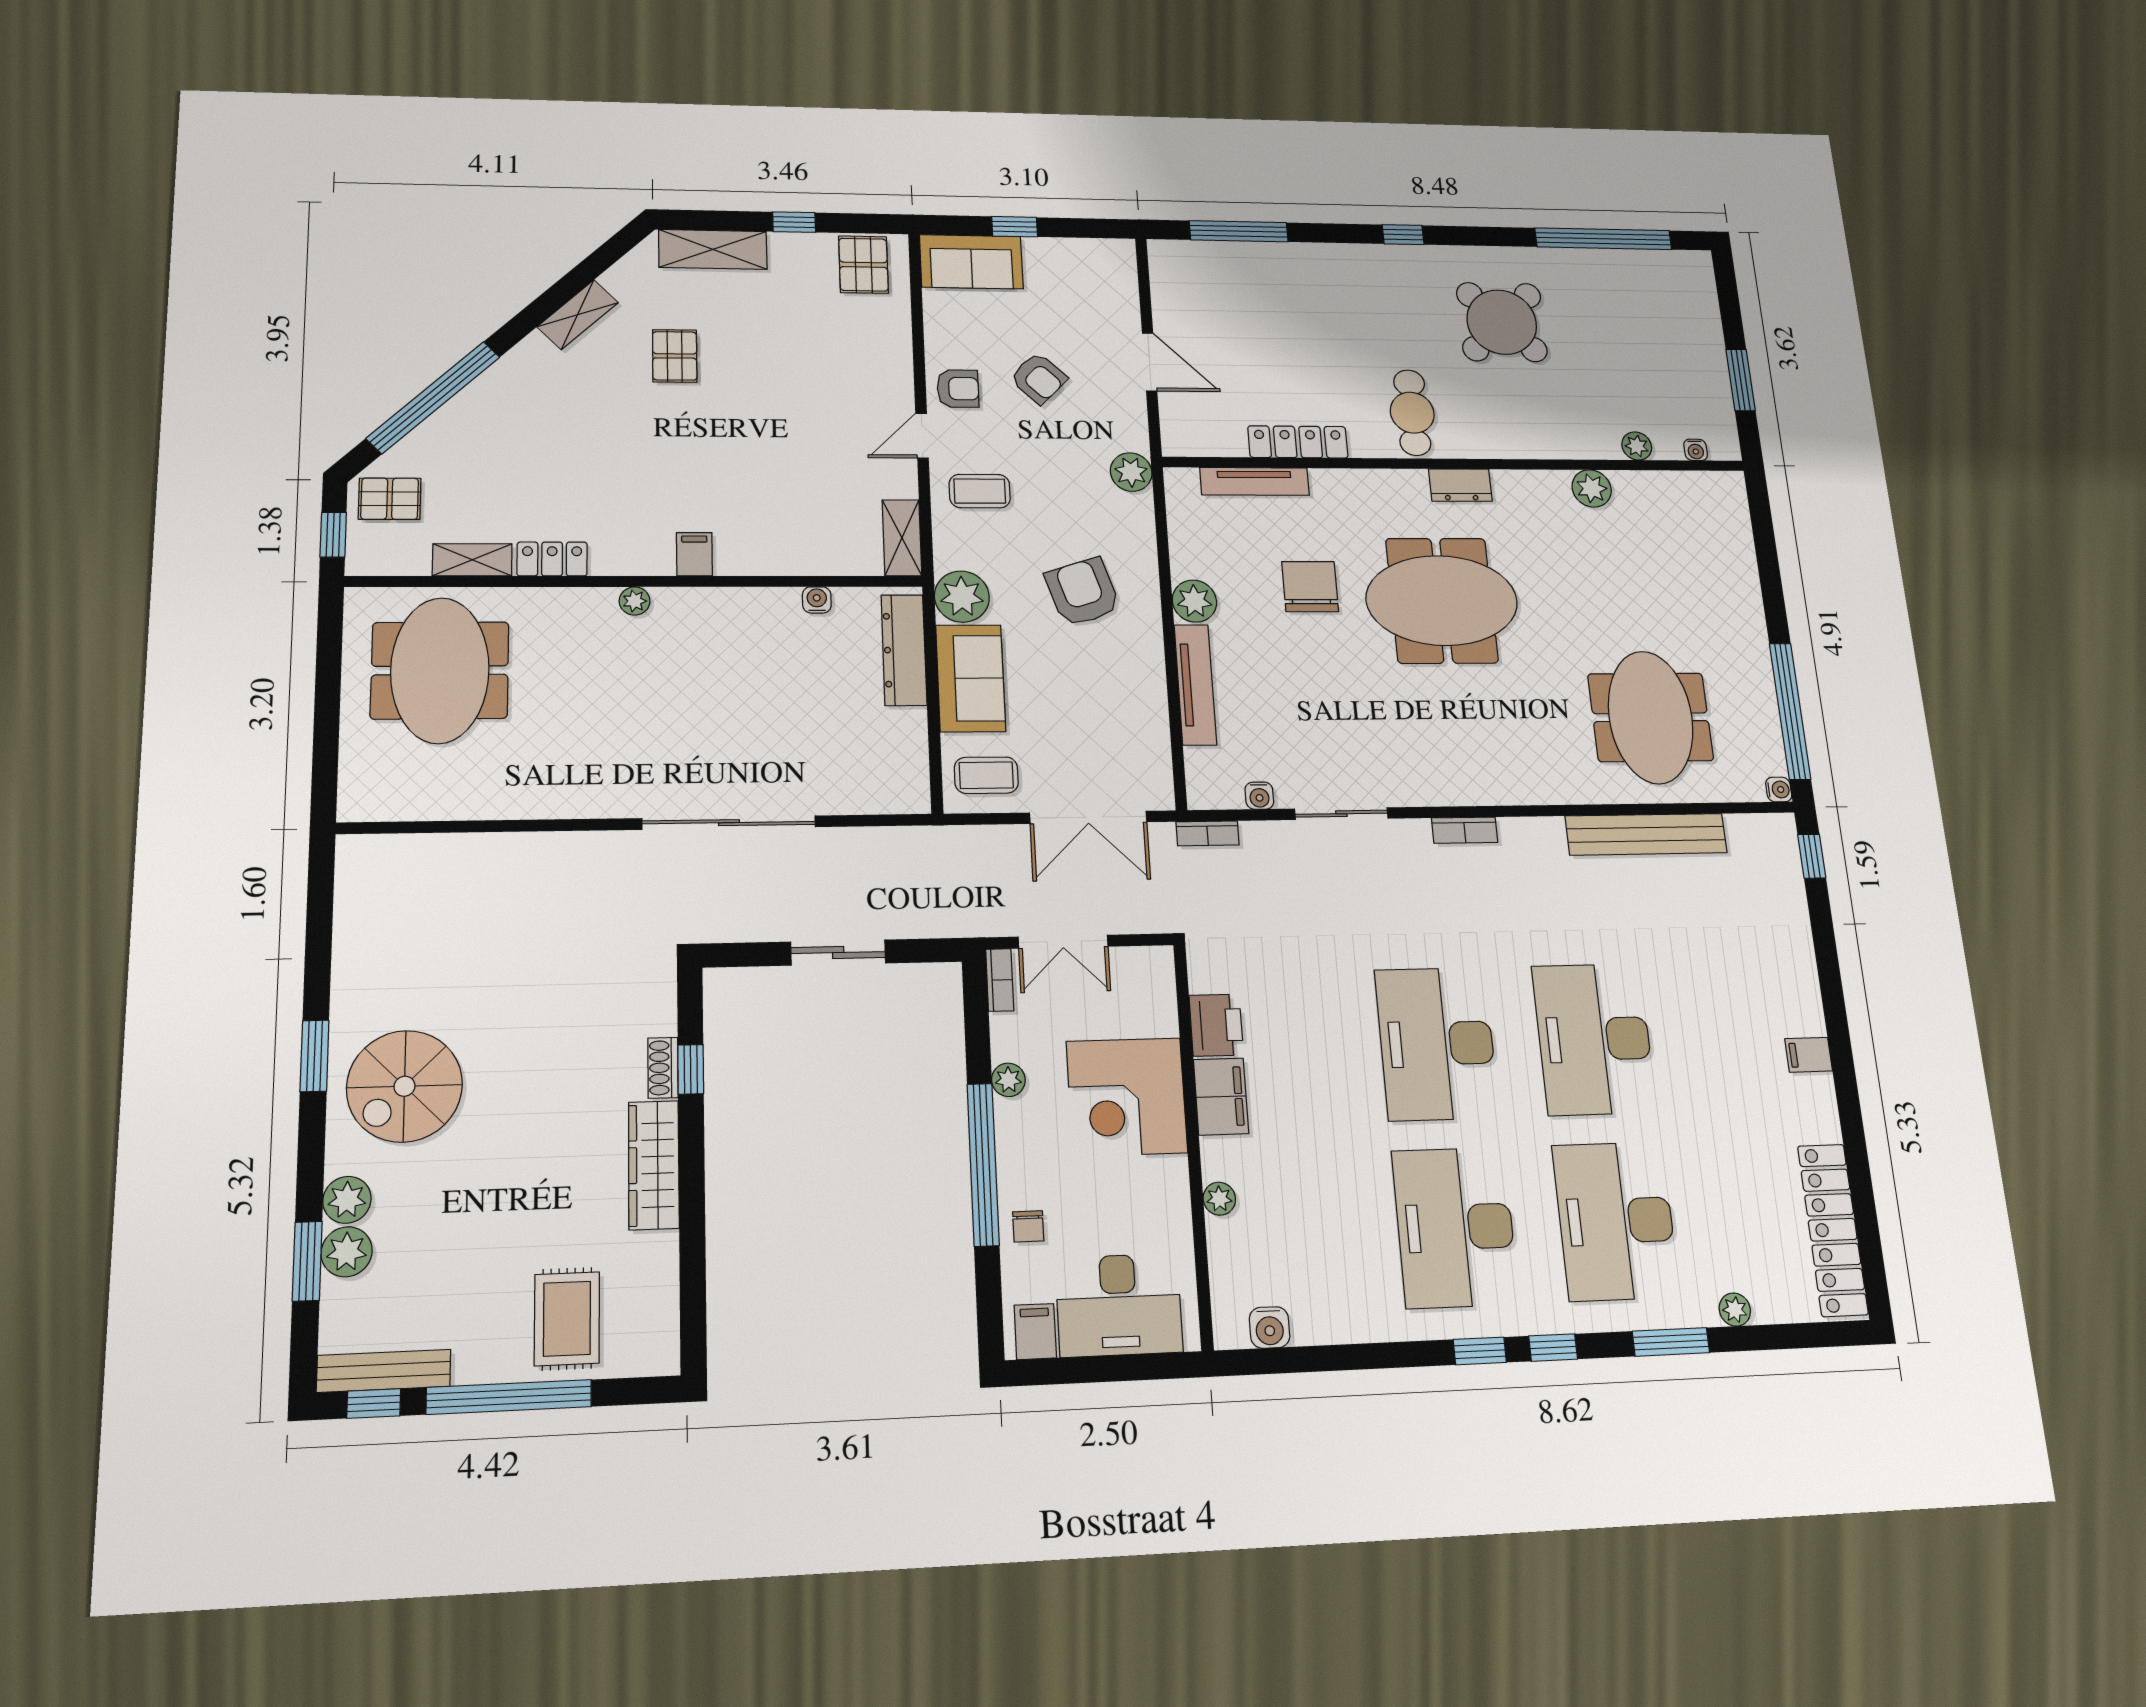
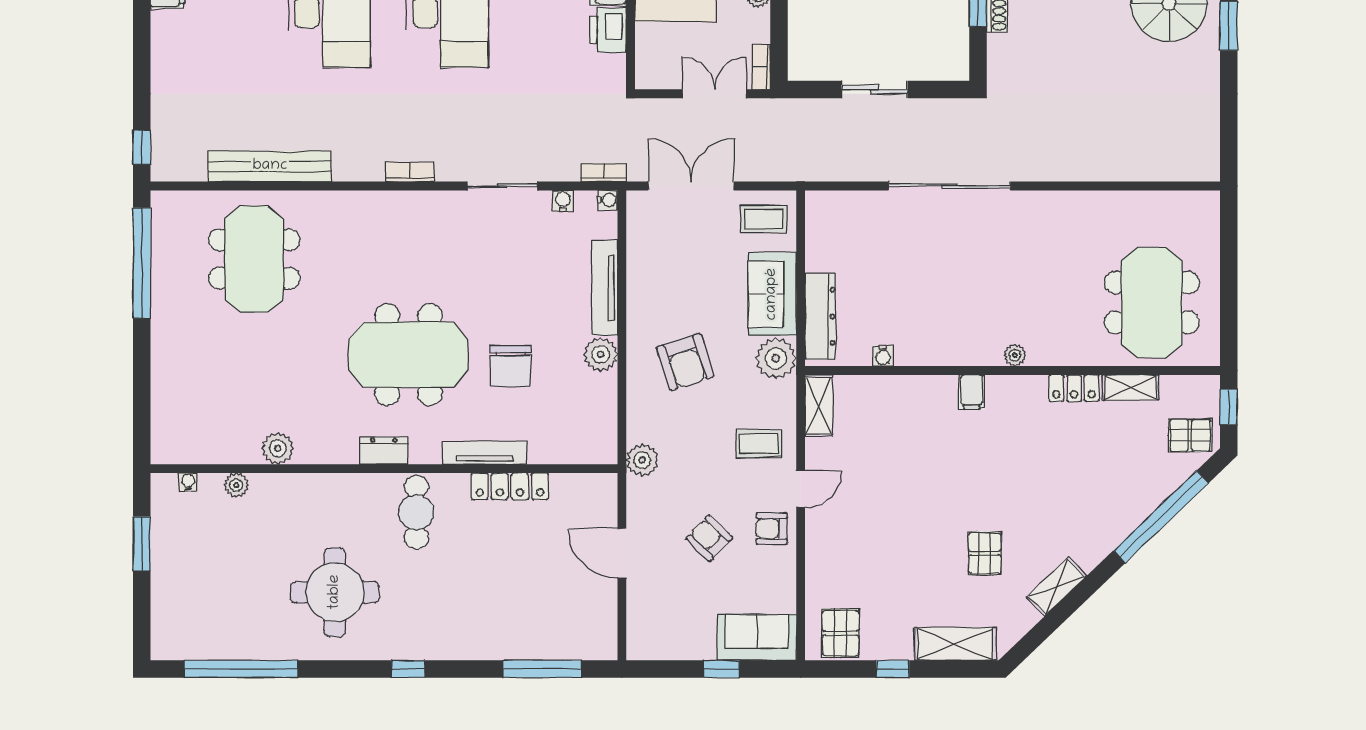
round table: (1502, 322) -> (335, 592), turned 45
tv unit: (1255, 481) -> (485, 453), moved
water cooler: (1779, 790) -> (608, 200), moved, turned 180

